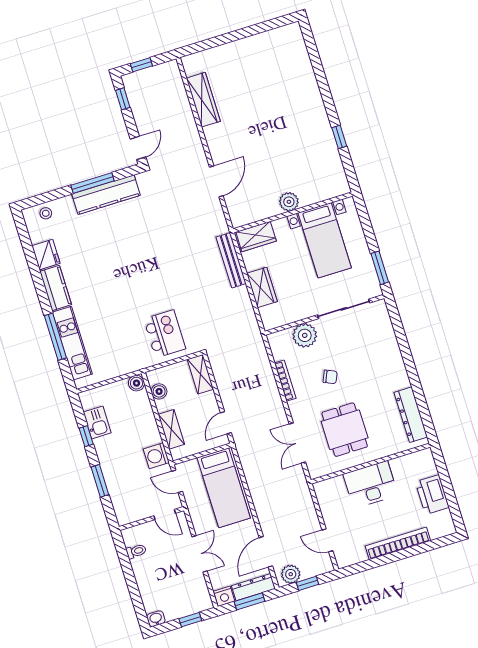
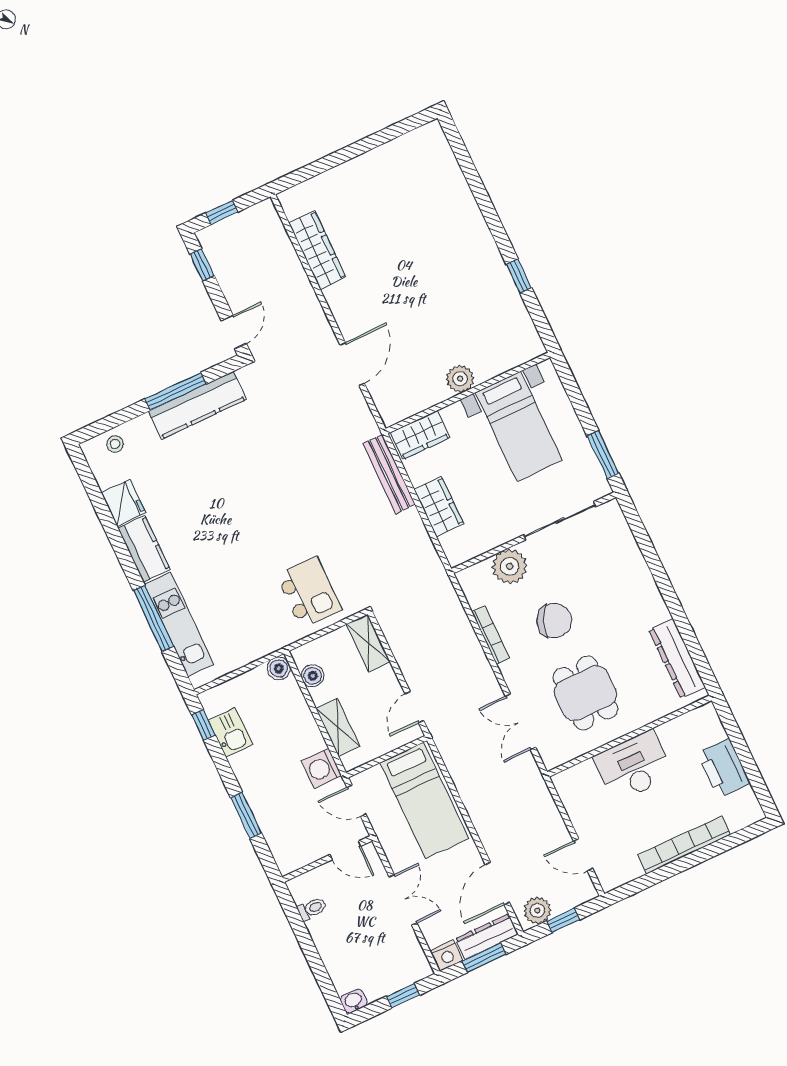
chair: (330, 377) -> (554, 621), width x1.87, depth x1.87
window: (86, 436) -> (203, 725), moved

